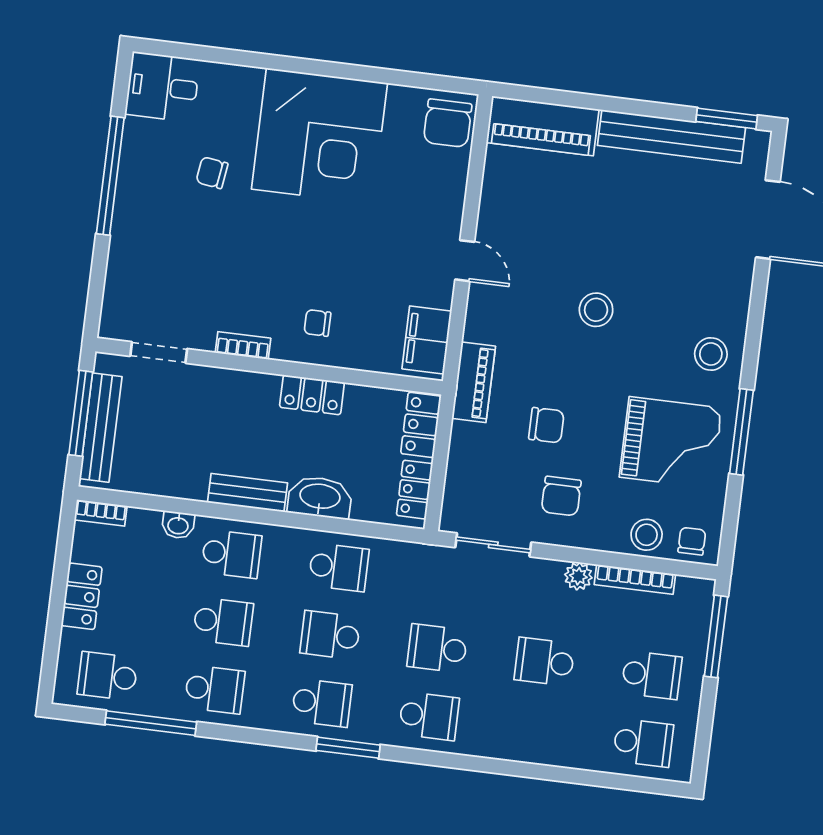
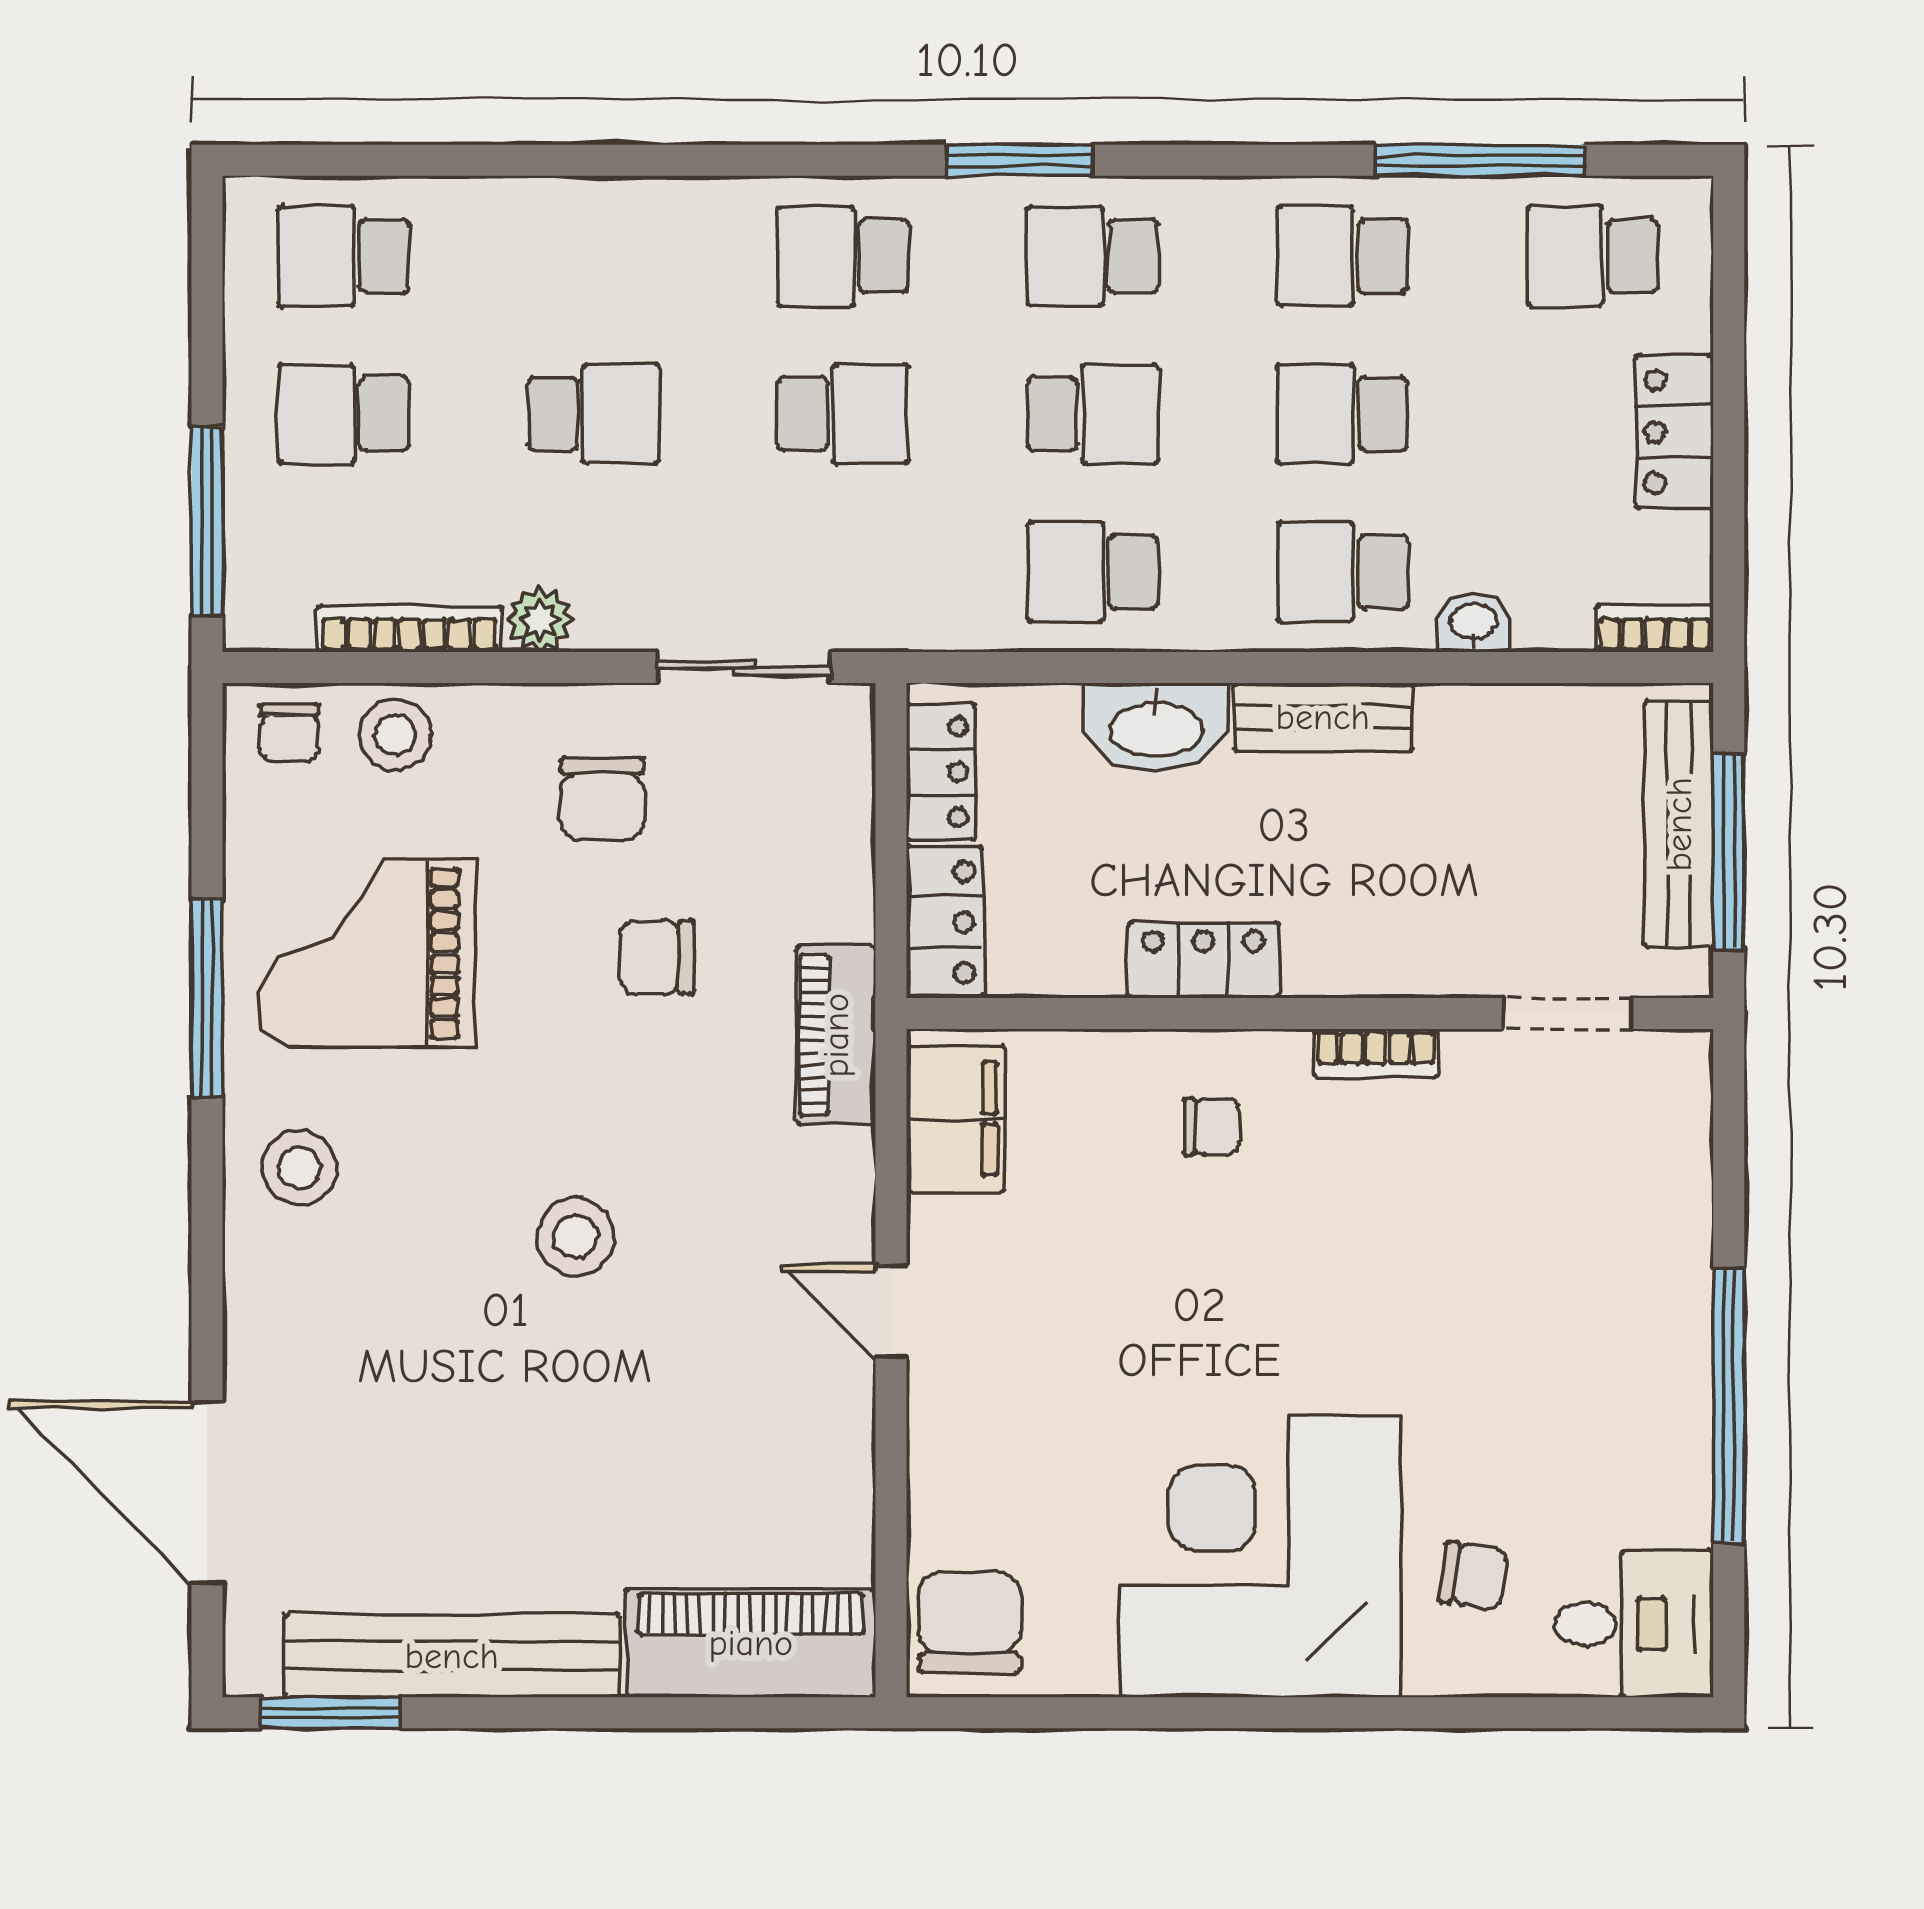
chair: (212, 173) -> (1474, 1576), moved
chair: (561, 496) -> (602, 799), turned 180
school desk: (108, 676) -> (1592, 256), turned 180

